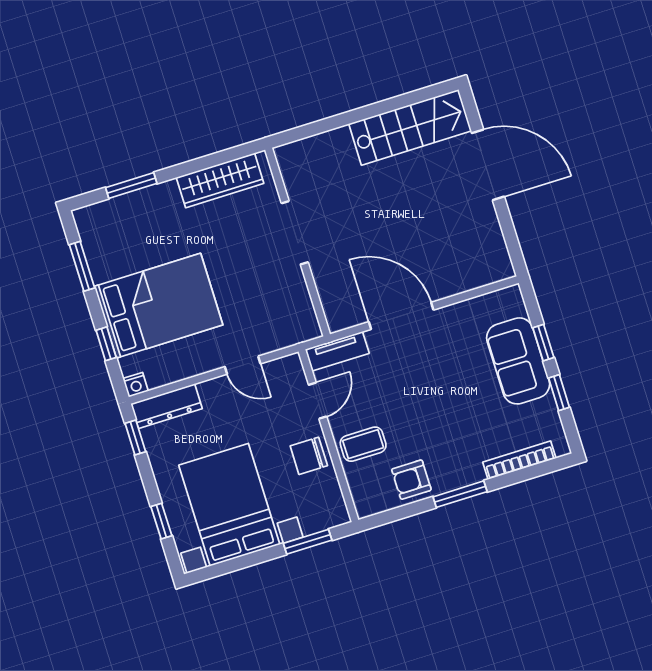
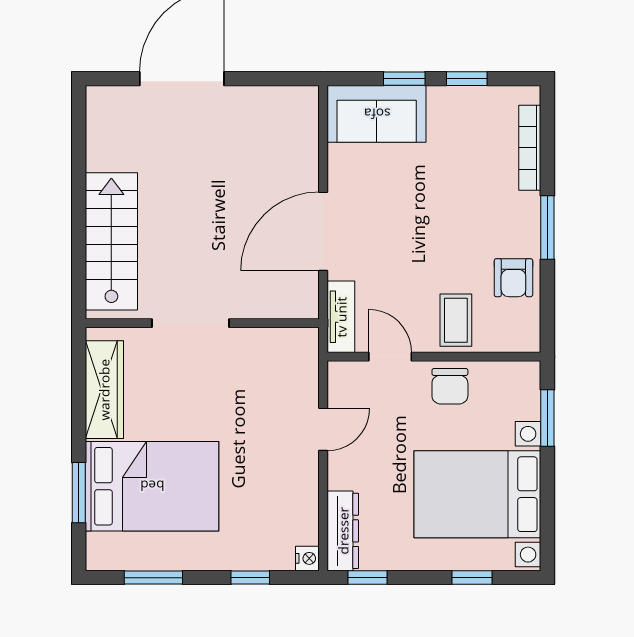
stairs: (410, 127) -> (111, 241), moved
bed: (158, 306) -> (152, 486), moved, turned 90
sofa: (518, 361) -> (377, 114), moved

